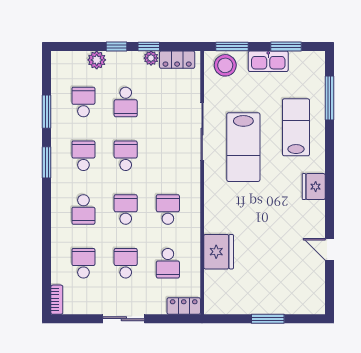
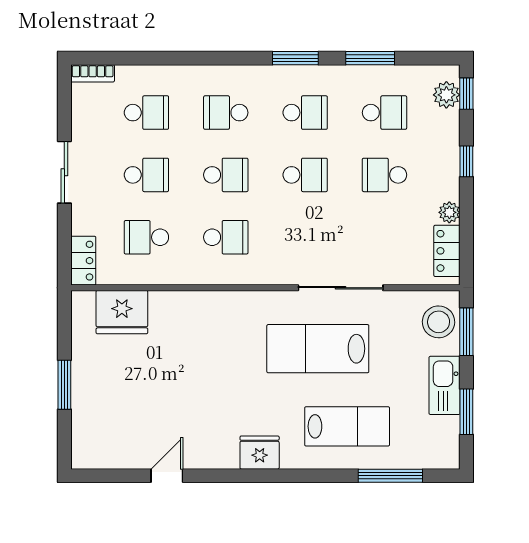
window: (149, 46) -> (466, 94), moved
plant: (97, 60) -> (446, 95), moved
fridge: (219, 252) -> (122, 312), moved

